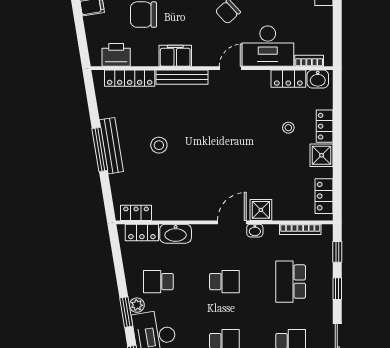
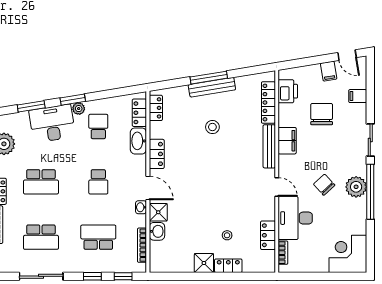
washbasin: (318, 79) -> (157, 231), moved, turned 180
locker: (324, 196) -> (157, 154), moved, turned 90

